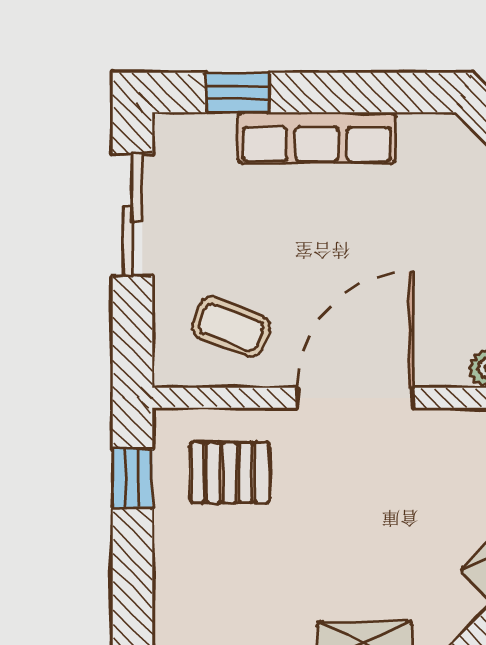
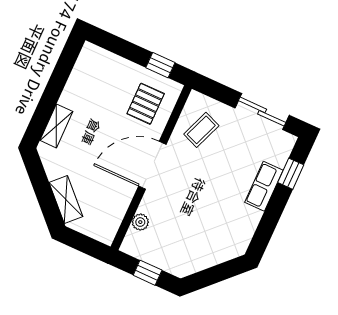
row of seats: (317, 138) -> (264, 186), width x0.68
door: (355, 398) -> (152, 165), swing flipped

